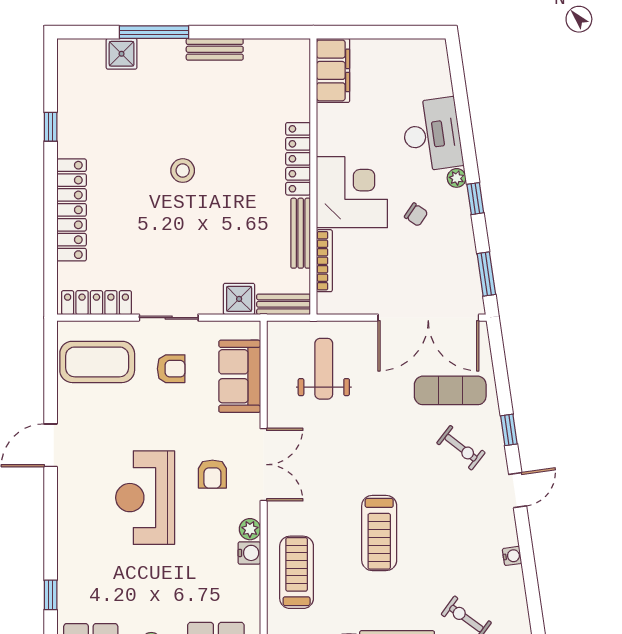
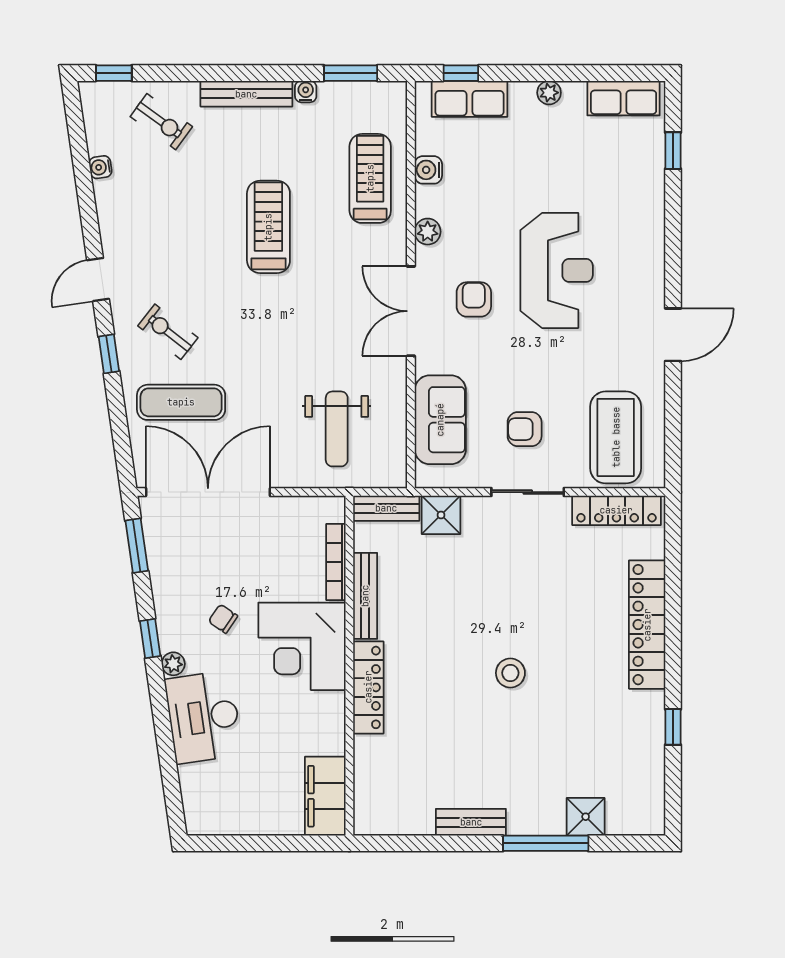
coffee table: (97, 362) -> (616, 437), turned 90
water cooler: (249, 553) -> (428, 170), moved
water cooler: (512, 556) -> (100, 167), moved
treadmill: (297, 572) -> (370, 178), turned 180

